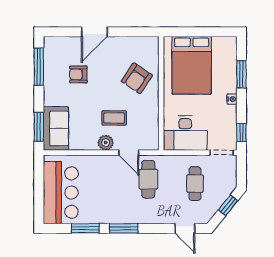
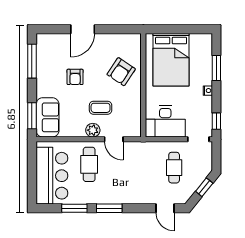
armchair: (78, 74) -> (75, 77), moved, turned -90
cafe table: (148, 179) -> (89, 164), moved

